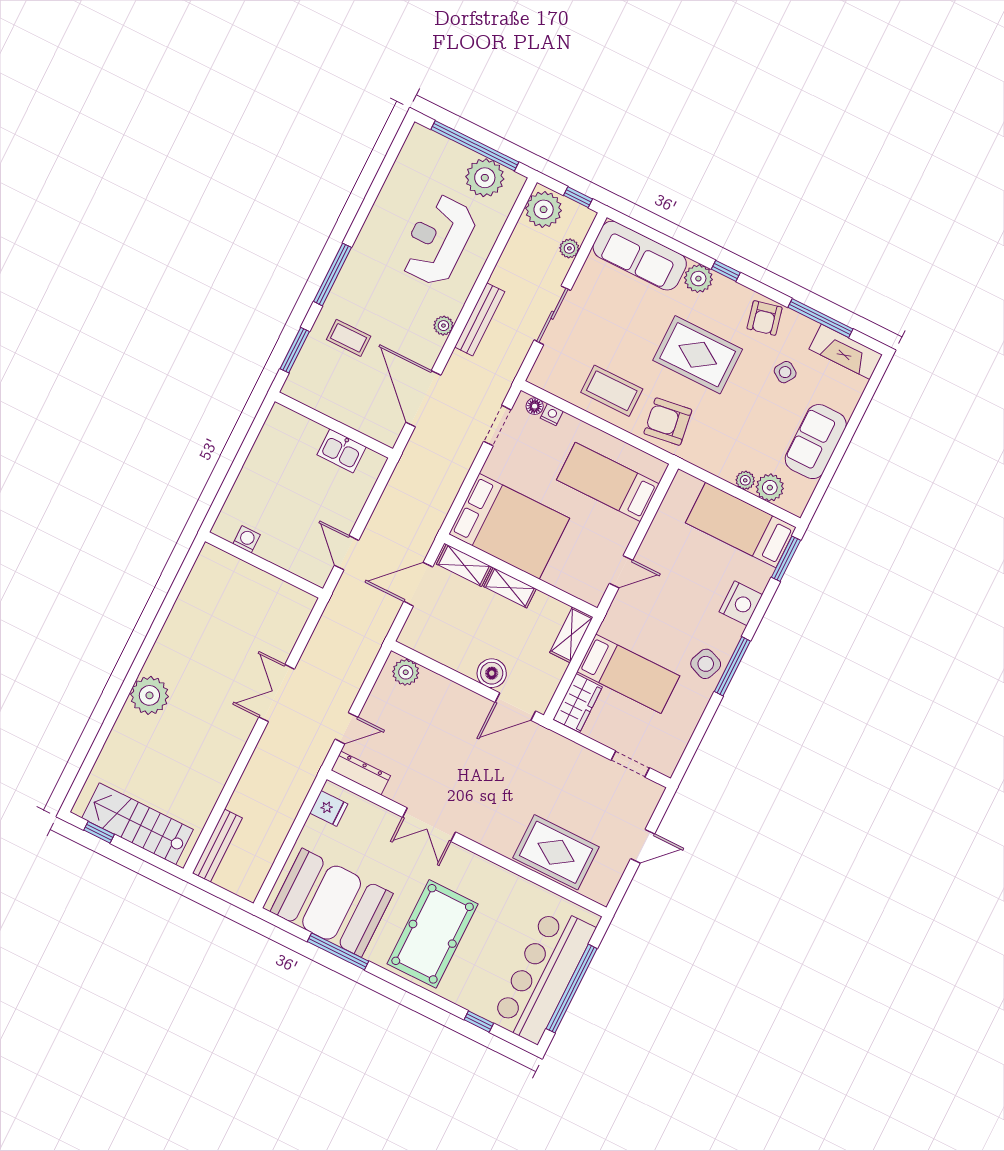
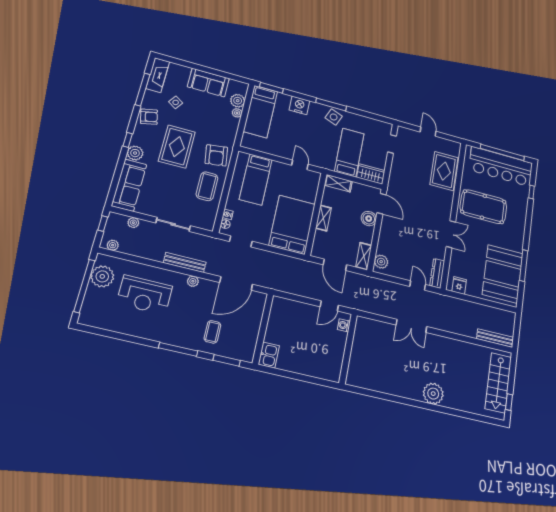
plant: (544, 209) -> (113, 245), width x0.53, depth x0.53
kitchen sink: (342, 451) -> (269, 355), moved
washing machine: (247, 539) -> (344, 325), moved
shelving: (464, 565) -> (364, 256), moved
pool table: (433, 934) -> (483, 207), moved

